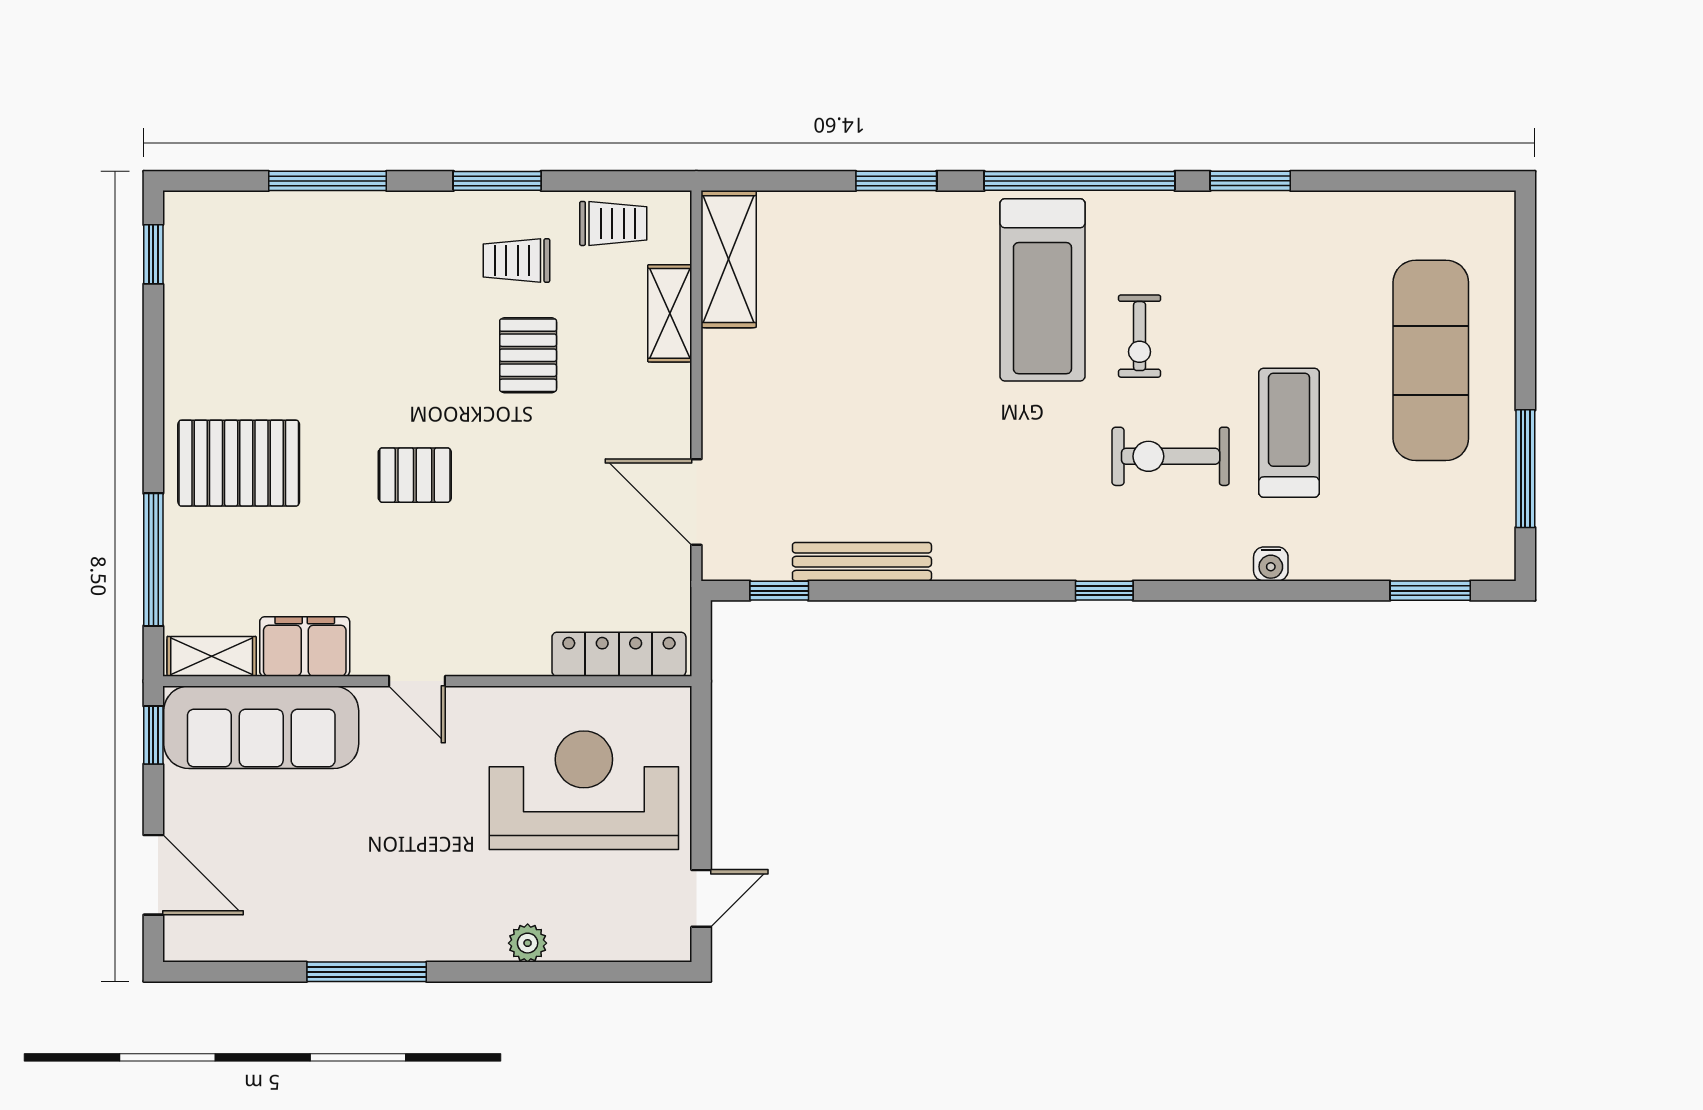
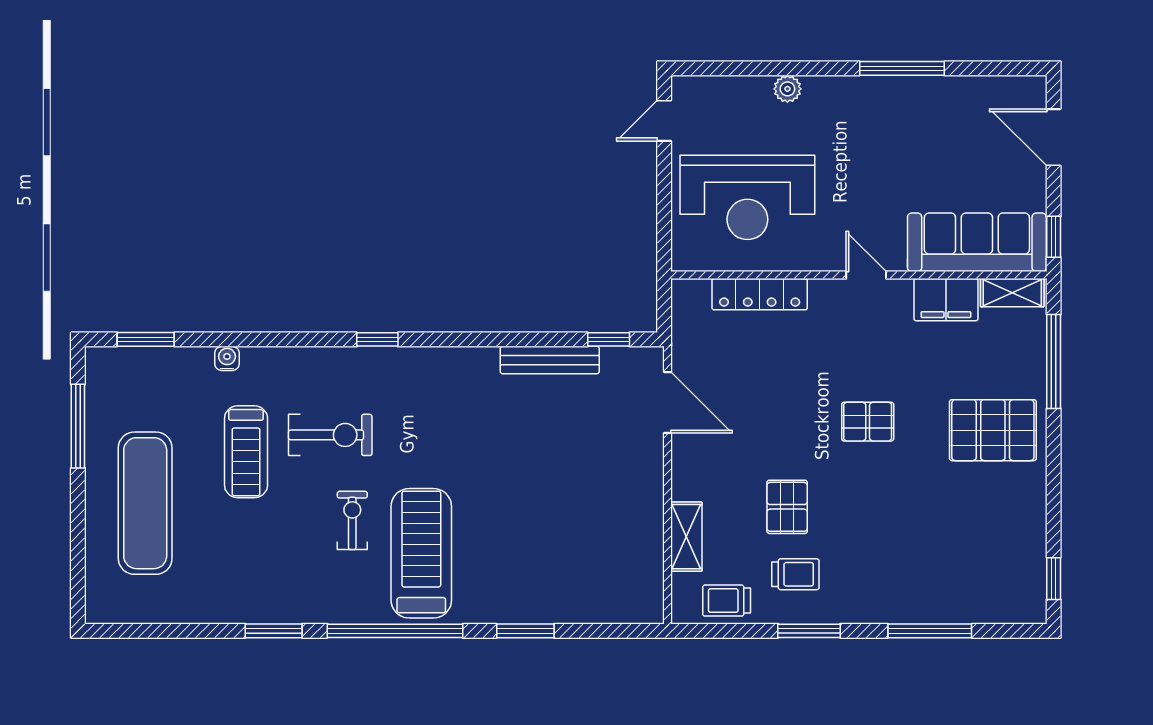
shelving: (729, 259) -> (644, 575), removed
water cooler: (1271, 564) -> (227, 358), moved
locker: (619, 654) -> (760, 294), moved

